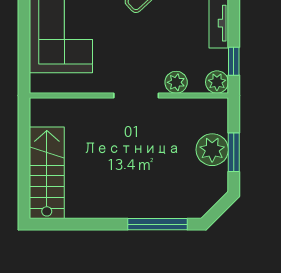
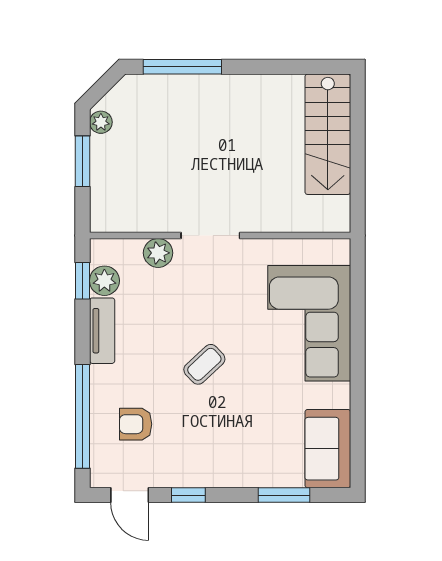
plant: (217, 82) -> (104, 281), moved
plant: (212, 150) -> (101, 122), moved, width x0.53, depth x0.53

